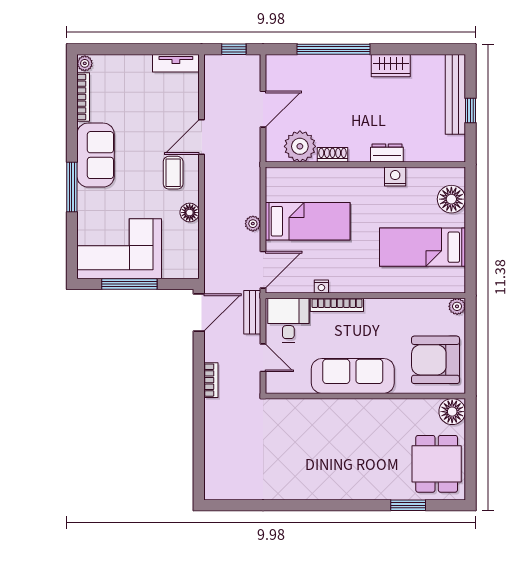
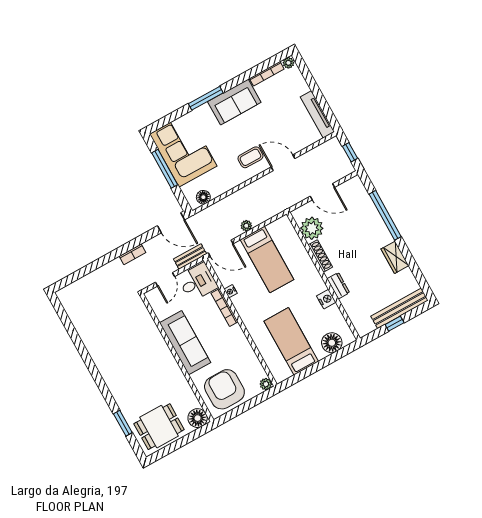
tv unit: (176, 63) -> (317, 114), width x1.41
shoe rack: (333, 155) -> (320, 256), width x1.43
floor lamp: (190, 213) -> (203, 197), moved

